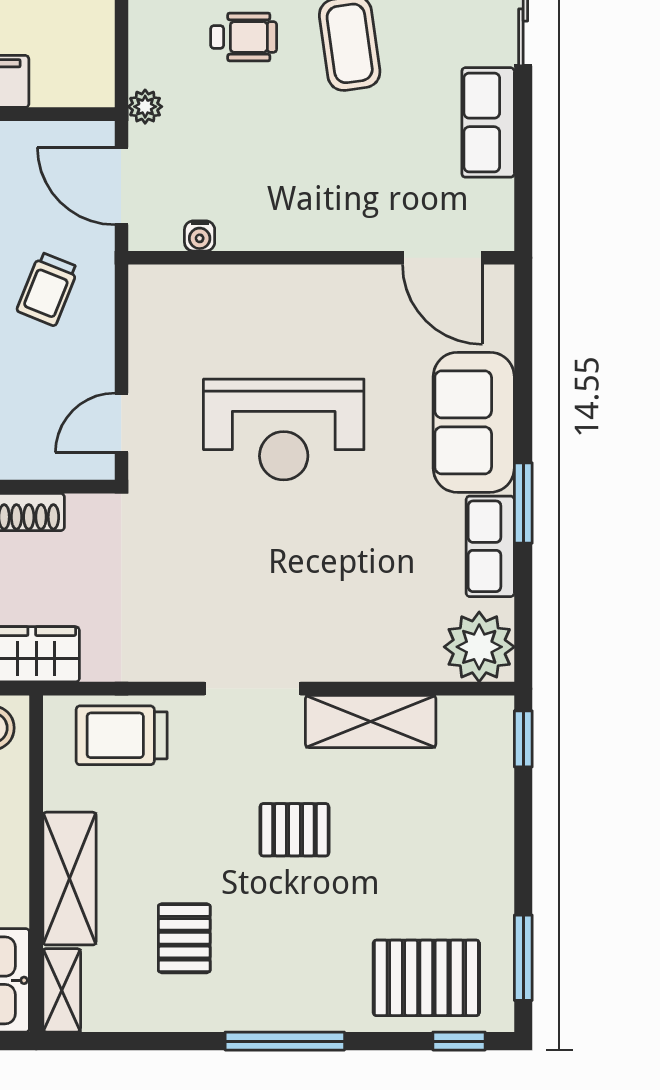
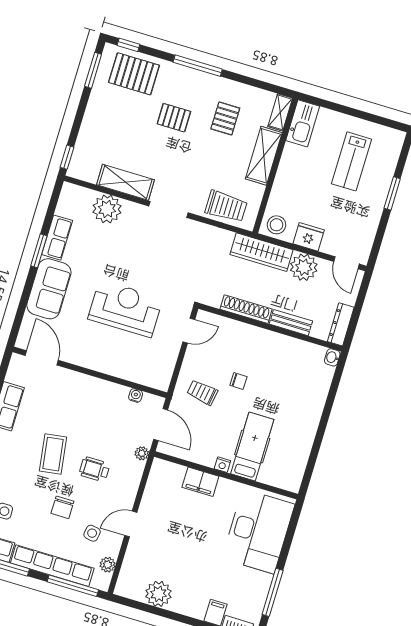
trolley: (48, 289) -> (202, 392), turned -103
plant: (479, 647) -> (107, 209), moved
pallet: (294, 830) -> (174, 118), moved

